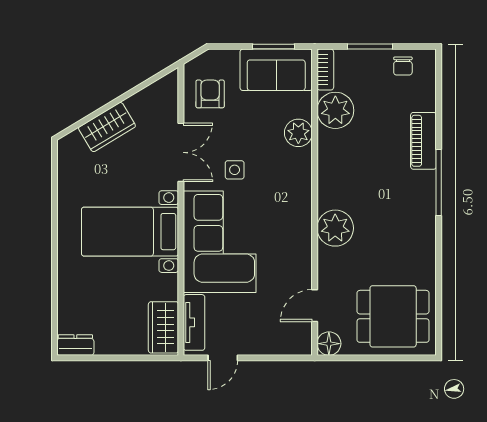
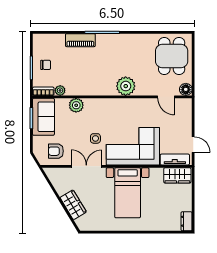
chair: (403, 66) -> (46, 65), moved
plant: (335, 110) -> (60, 90), width x0.53, depth x0.53

